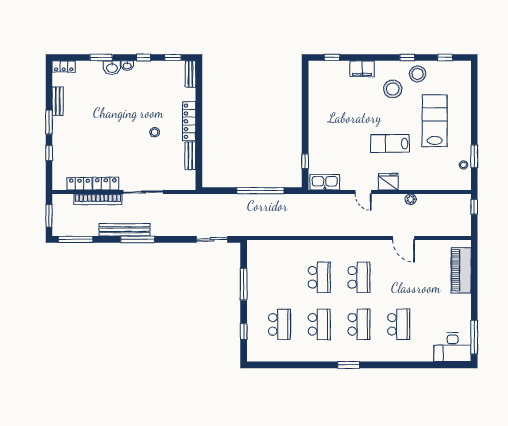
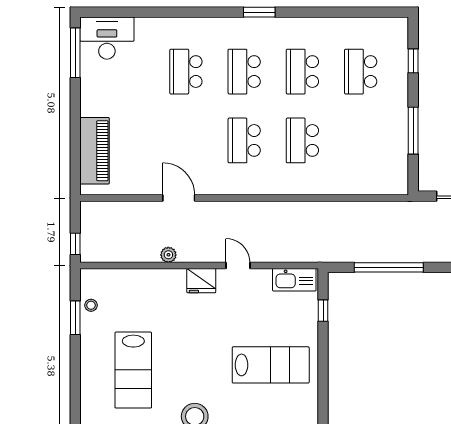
lab bench: (390, 143) -> (271, 365), moved, width x1.36, depth x1.39

